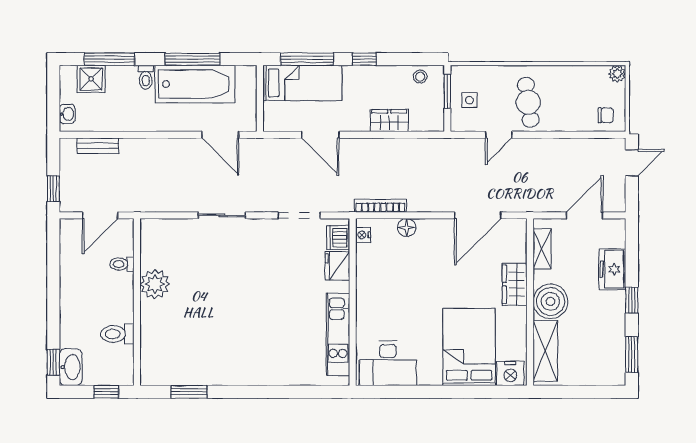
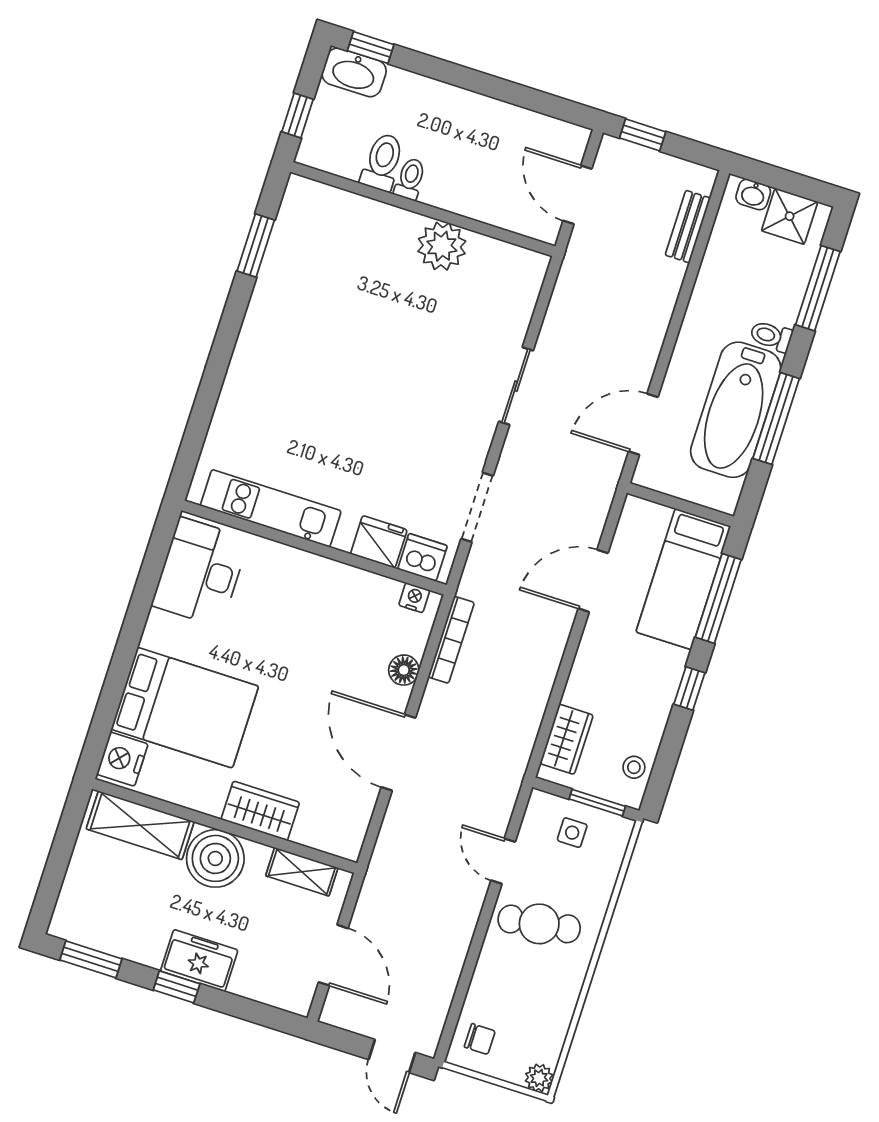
shower: (91, 79) -> (790, 216), moved
chair: (606, 115) -> (480, 1039), turned -90
wardrobe: (389, 121) -> (567, 739), moved
door: (478, 215) -> (398, 752), moved
toilet: (122, 264) -> (410, 179), moved
freezer: (612, 269) -> (199, 960), moved

